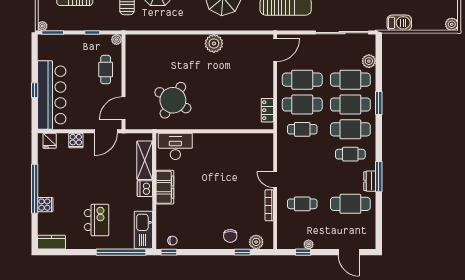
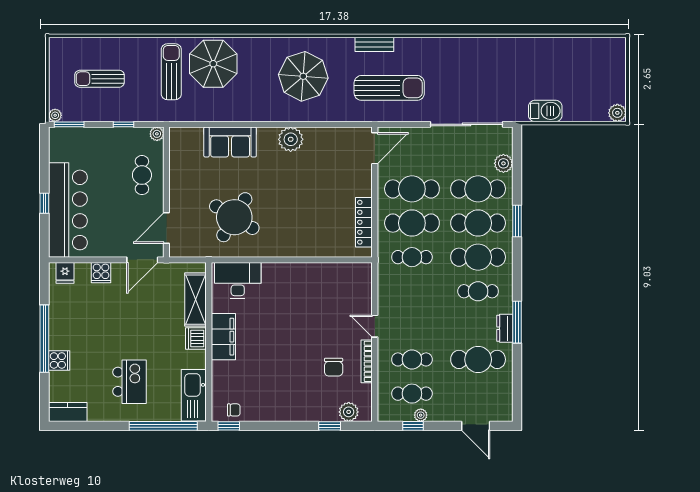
sofa: (170, 45) -> (230, 142), added
locker: (267, 110) -> (364, 222), width x1.53
cafe table: (302, 229) -> (412, 394), added
chair: (230, 236) -> (334, 367), moved

